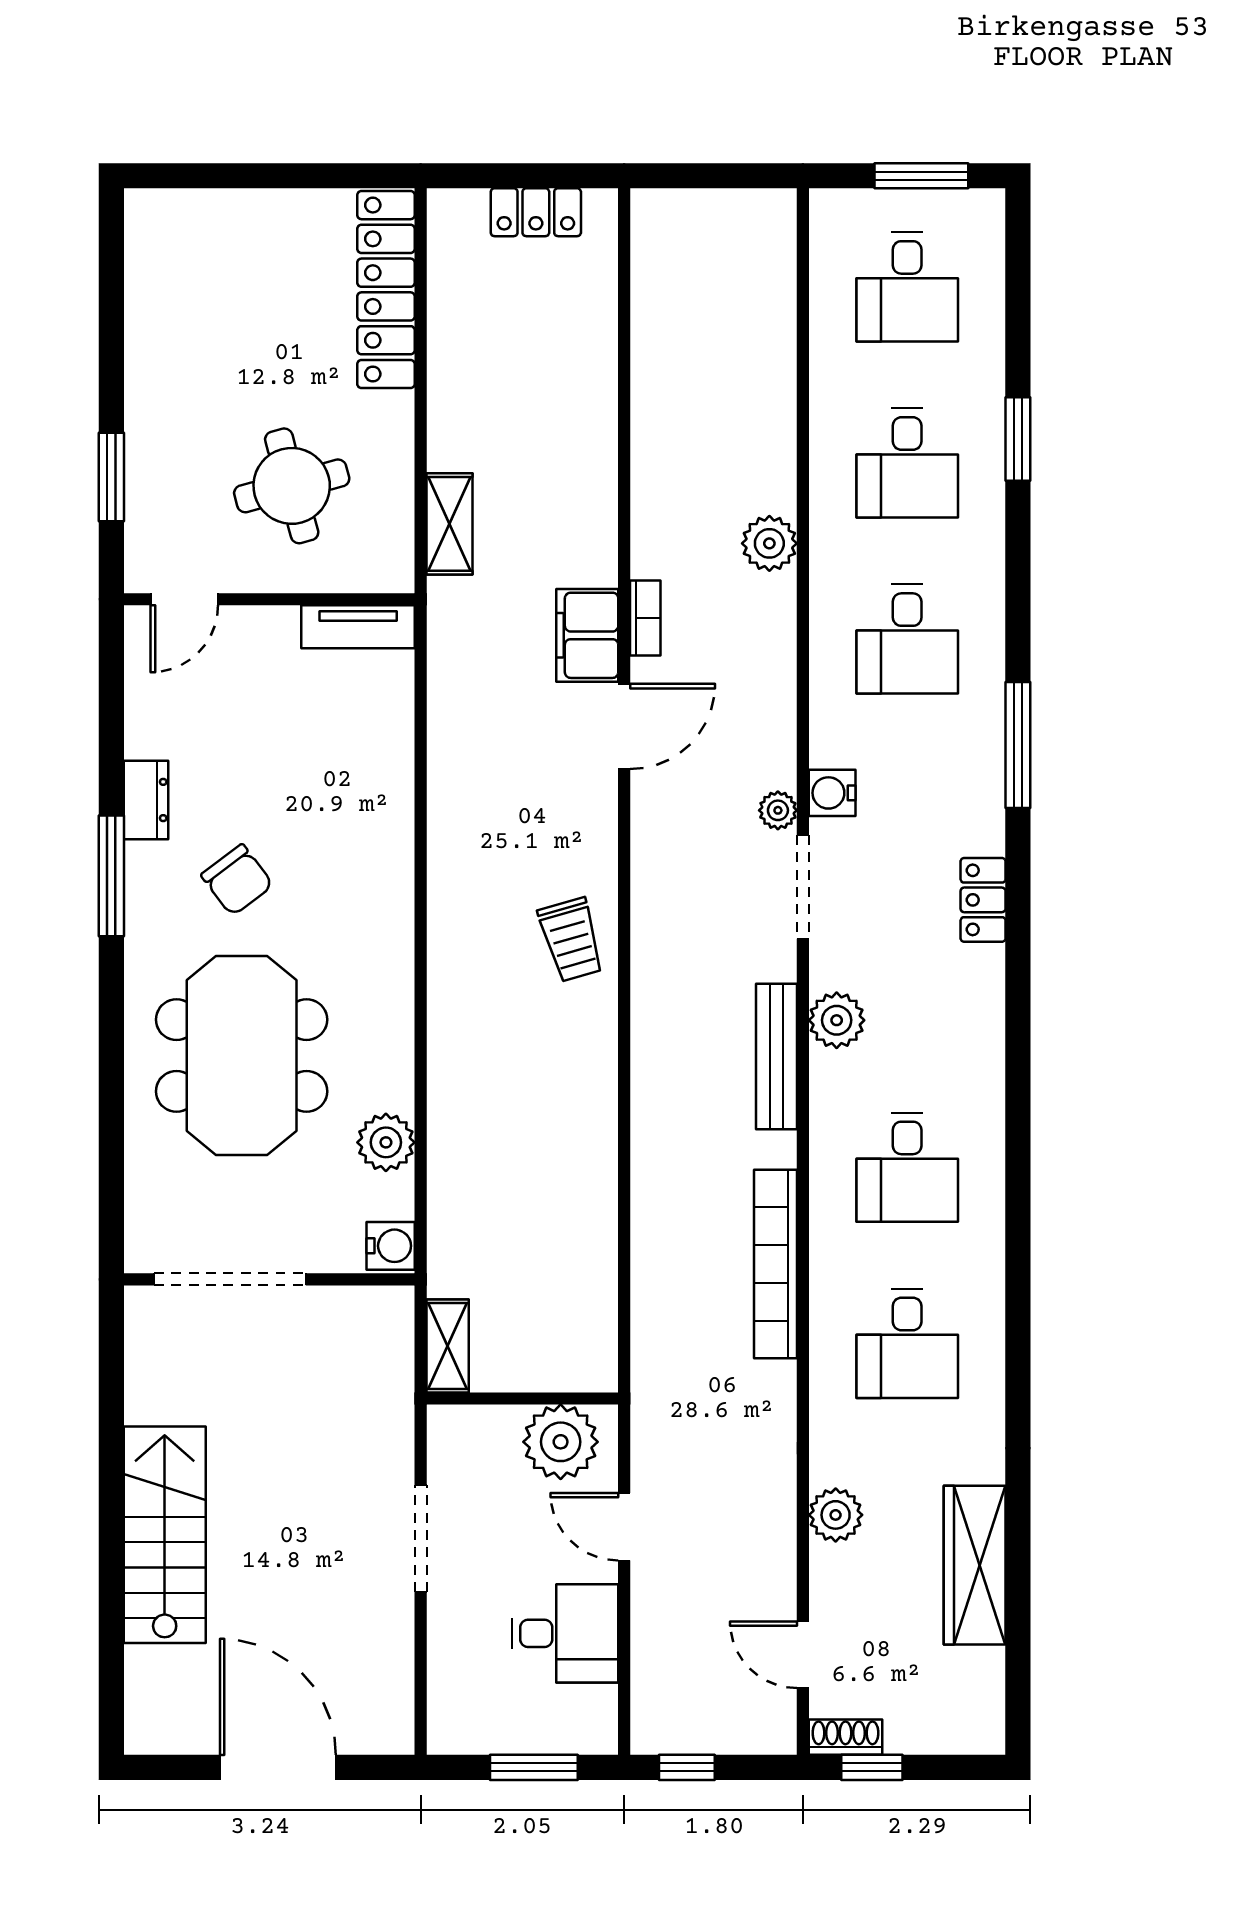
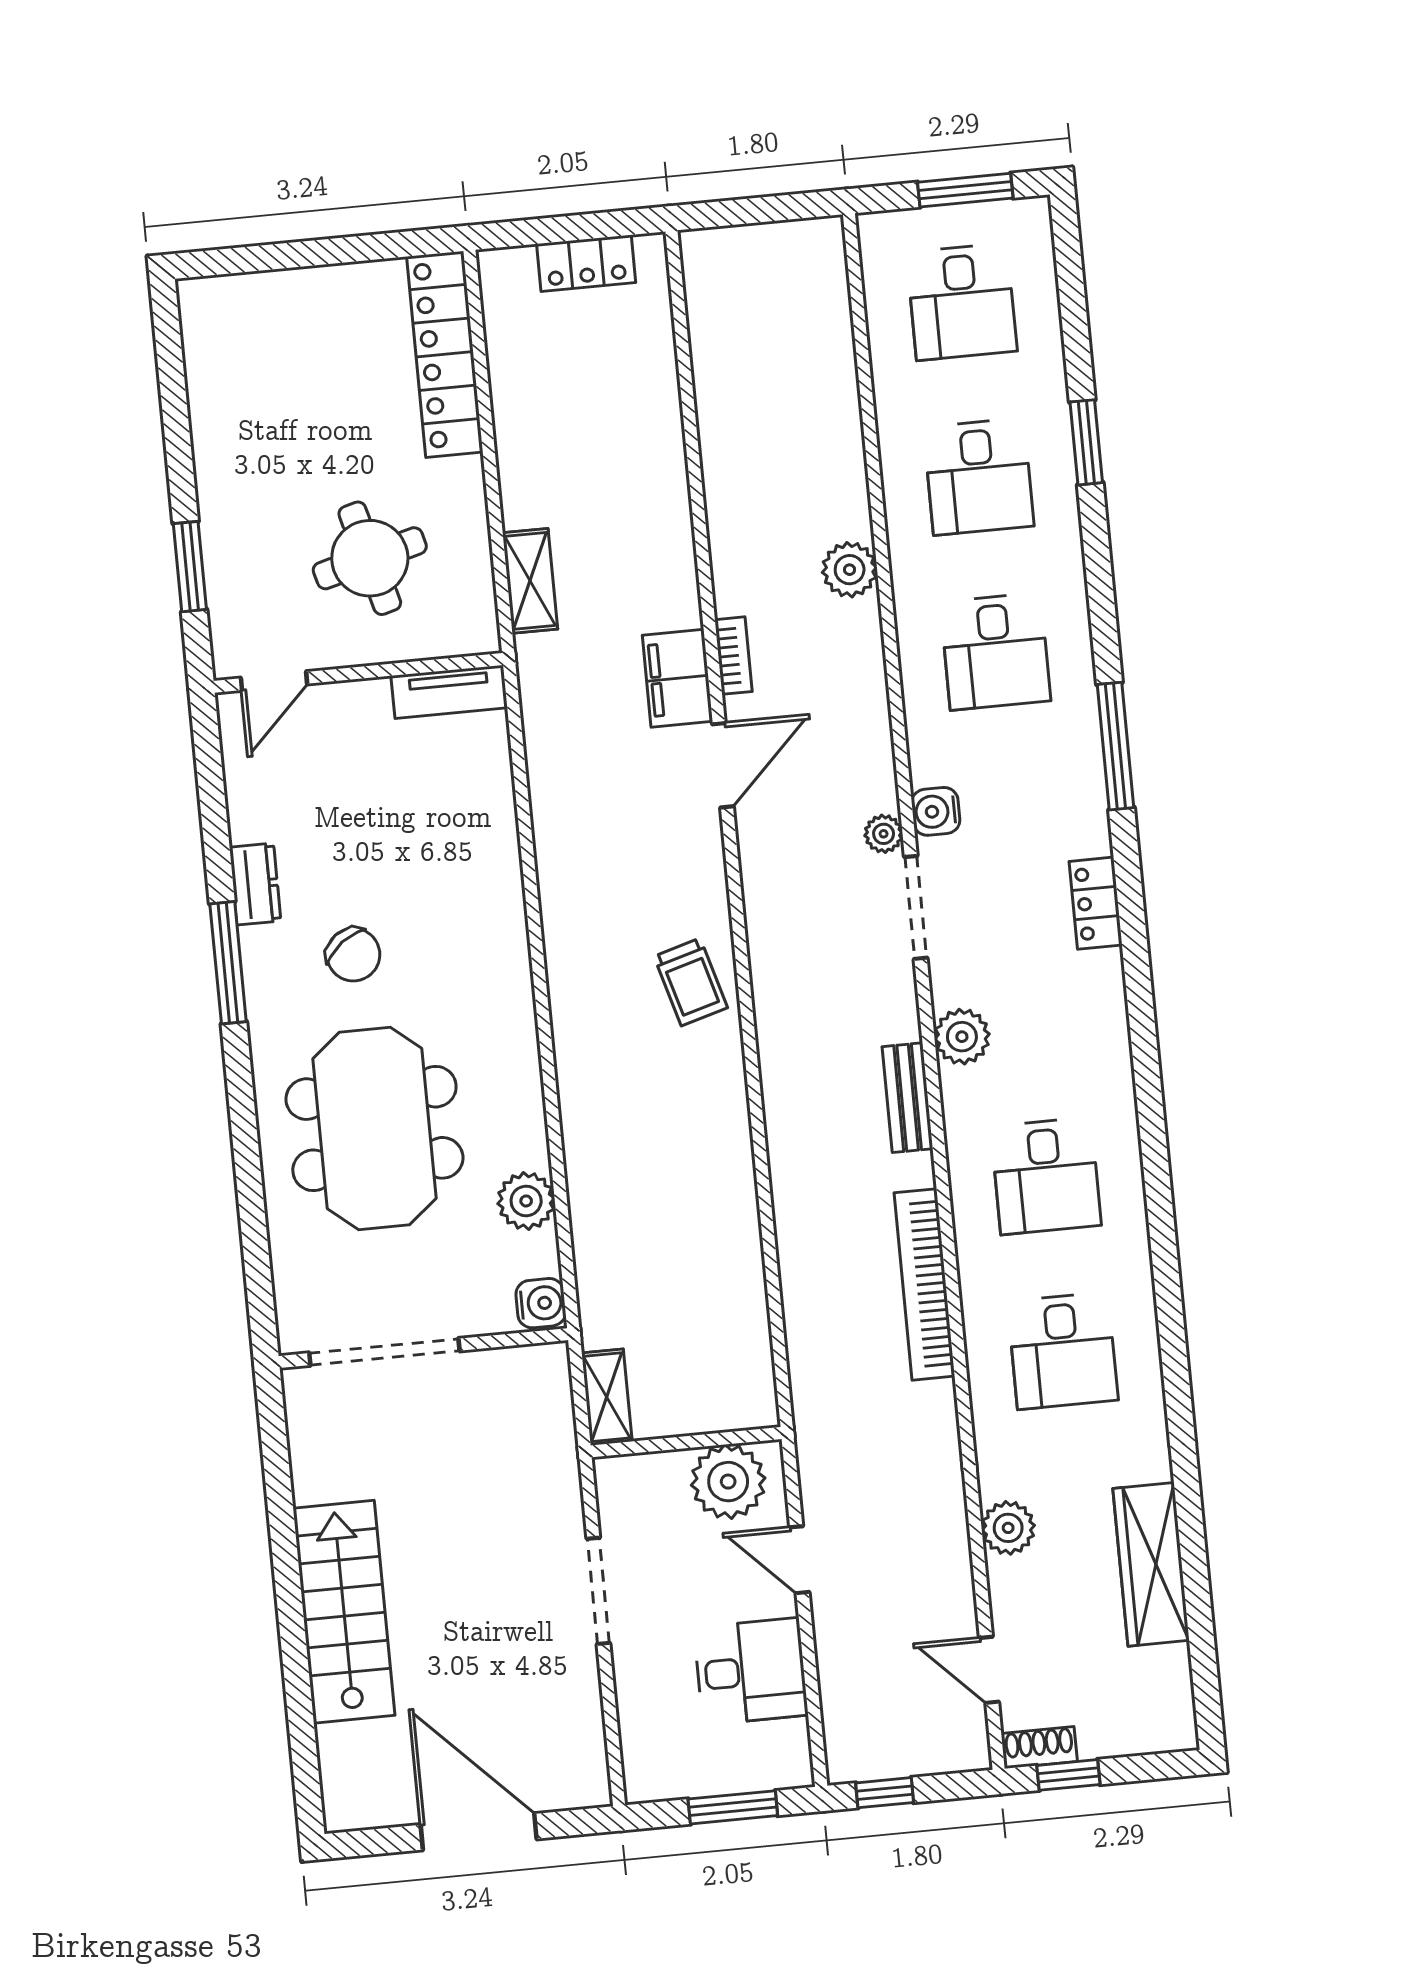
bench: (777, 1056) -> (908, 1098), width x0.73

